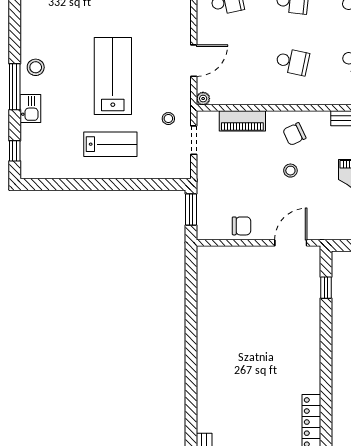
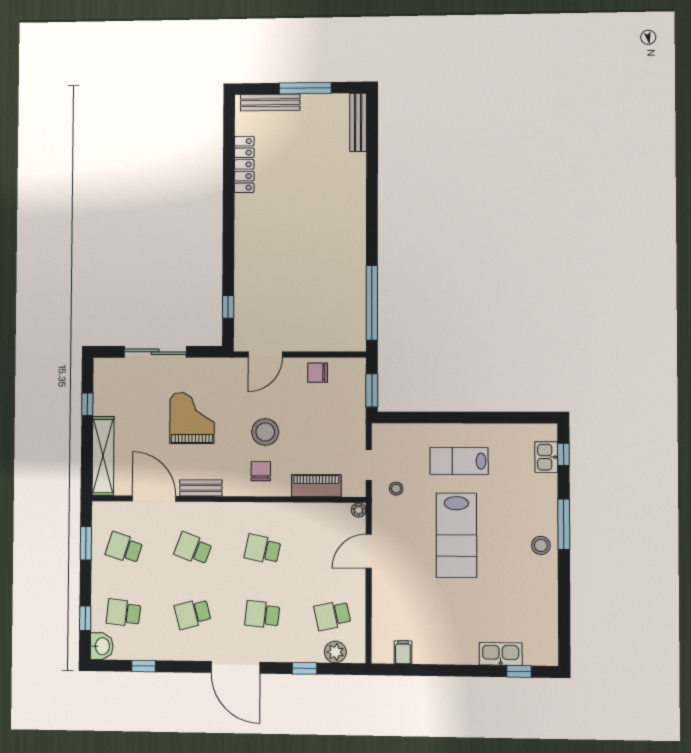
kitchen sink: (30, 109) -> (546, 457), moved
chair: (294, 134) -> (261, 471), turned -65
stool: (290, 171) -> (265, 432), width x1.89, depth x1.89
window: (191, 291) -> (372, 303), added

